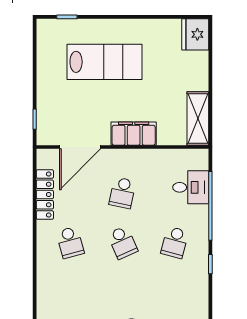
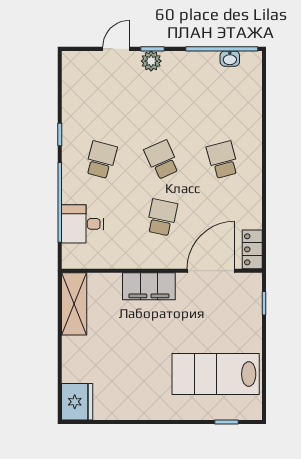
lab bench: (104, 62) -> (216, 374), moved
locker: (45, 195) -> (252, 249), moved, width x0.66

